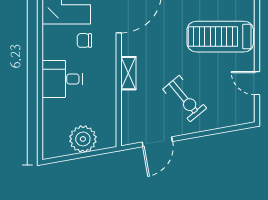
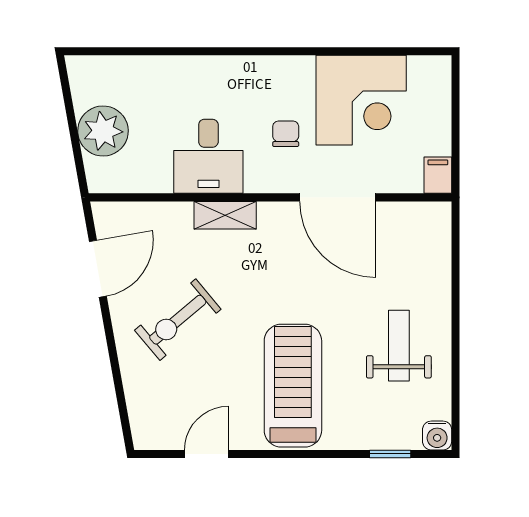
desk: (62, 79) -> (208, 156), moved, turned 180
door: (157, 142) -> (98, 269), swing flipped

